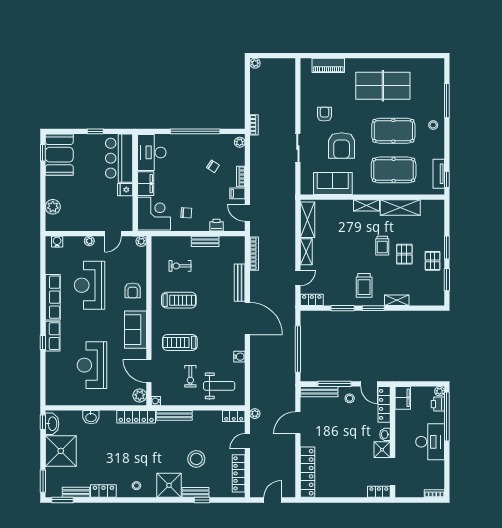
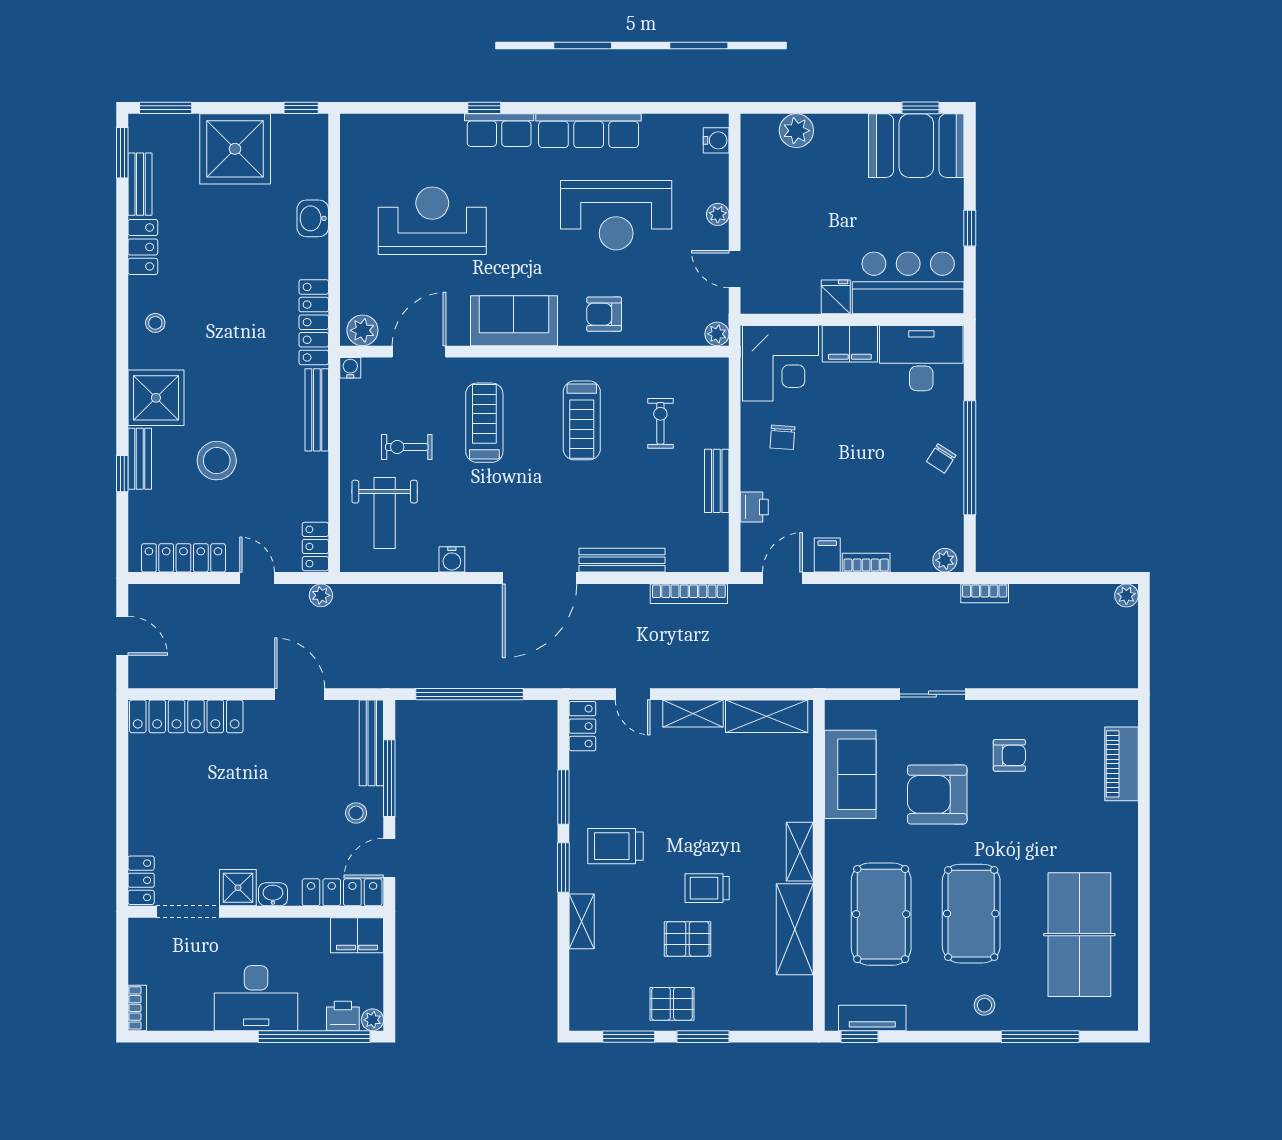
table tennis table: (383, 86) -> (1079, 935), moved
chair: (213, 166) -> (941, 458), moved
reception desk: (90, 285) -> (616, 215), turned 180
washbasin: (52, 424) -> (298, 129), removed

